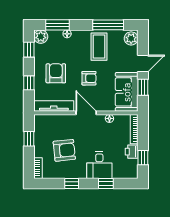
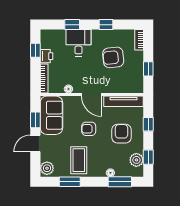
window: (108, 25) -> (70, 182), width x0.69
plant: (41, 37) -> (136, 160), moved
armchair: (56, 73) -> (122, 134), turned 180

